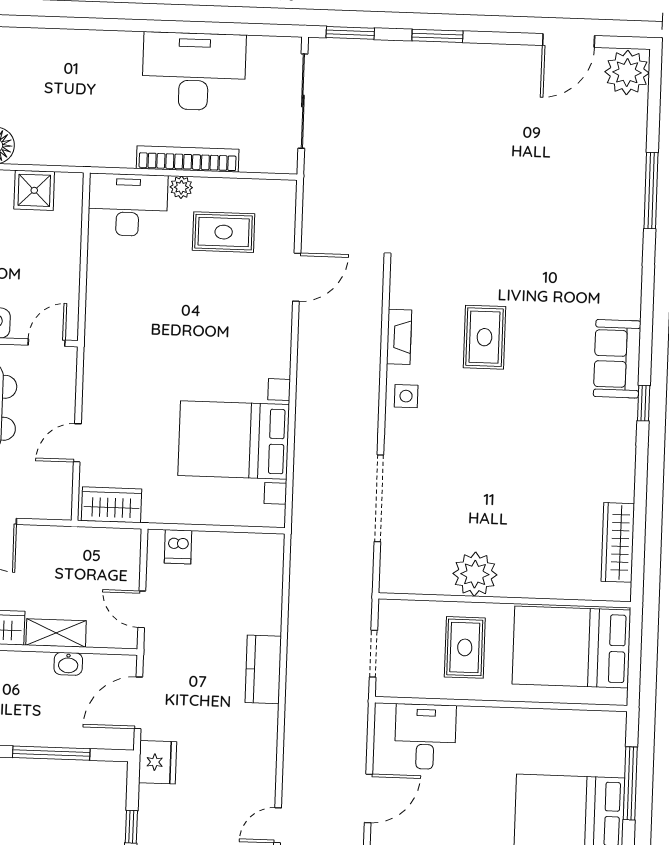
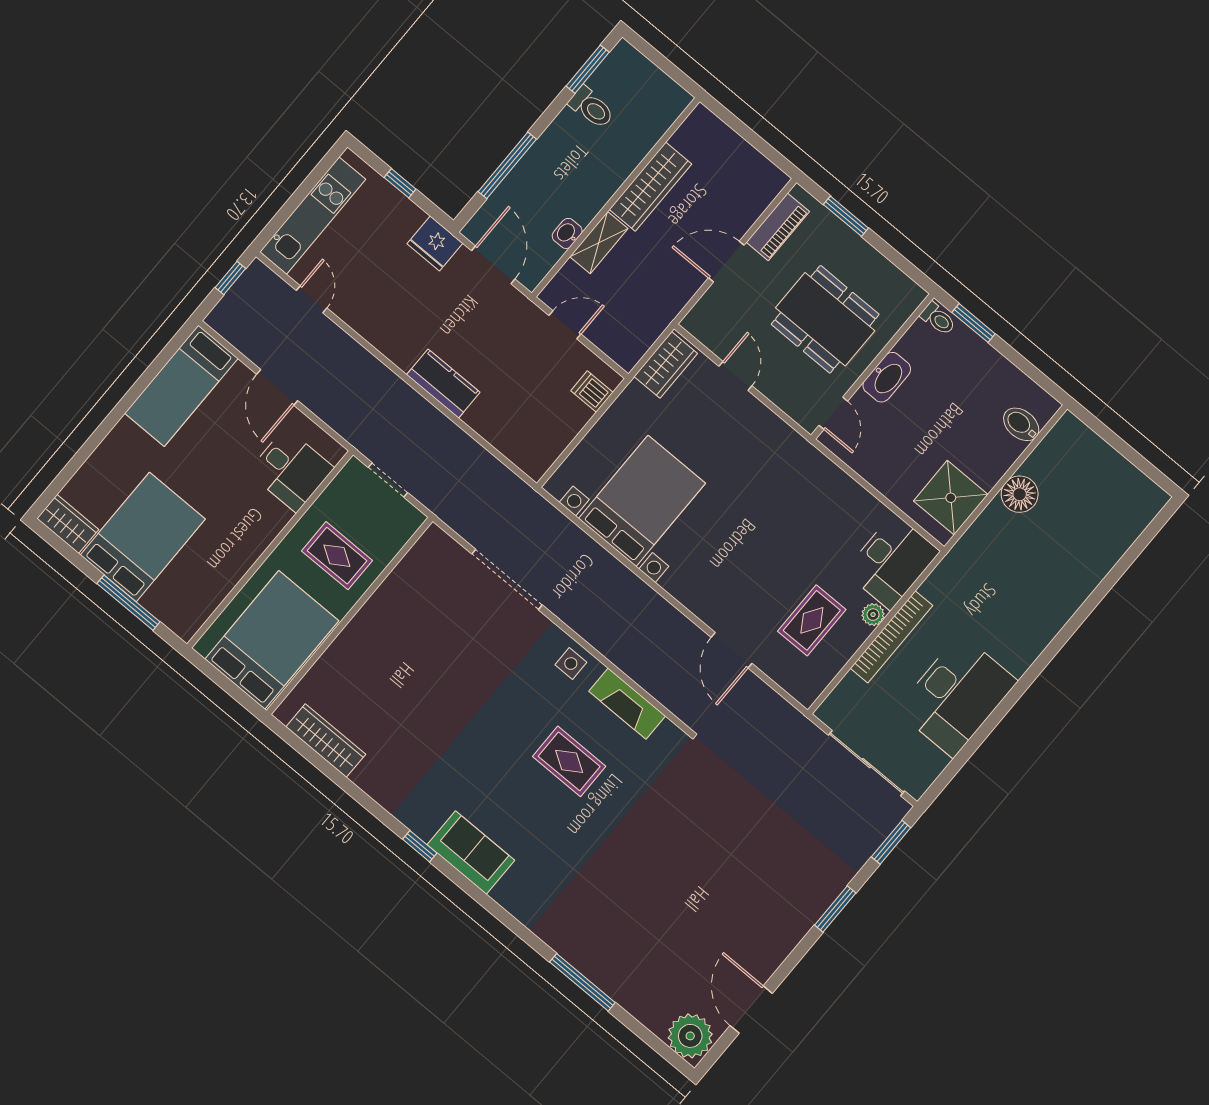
shower: (34, 190) -> (951, 498), width x1.36, depth x1.36
fireplace: (399, 337) -> (627, 704), width x1.37, depth x1.32
plant: (475, 574) -> (388, 609), removed

